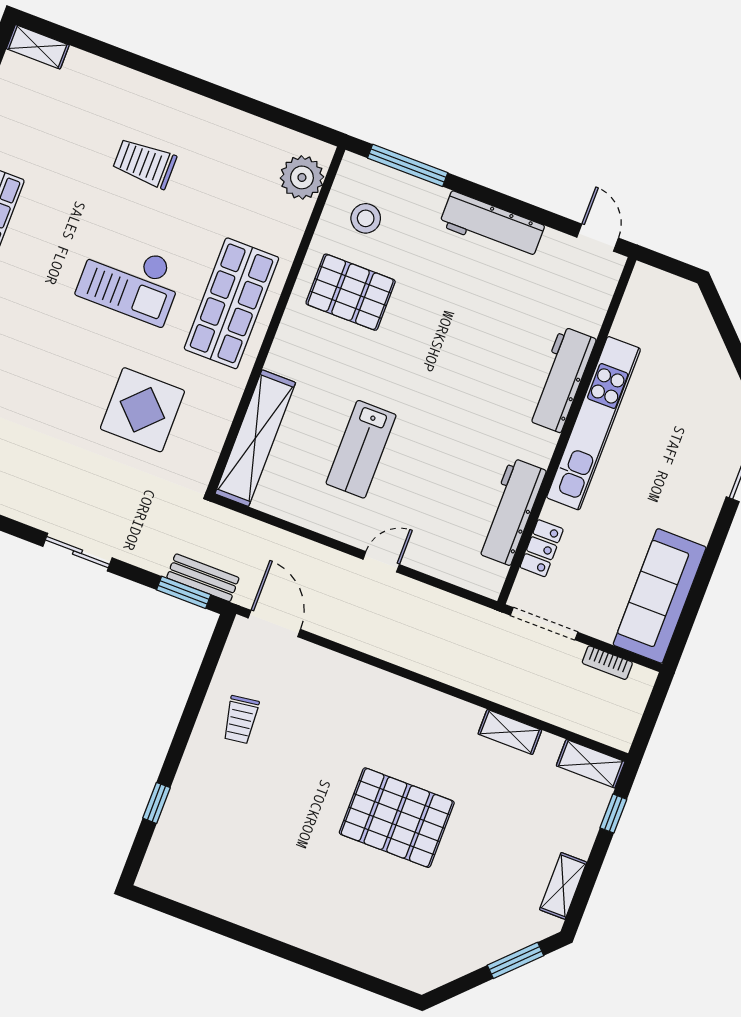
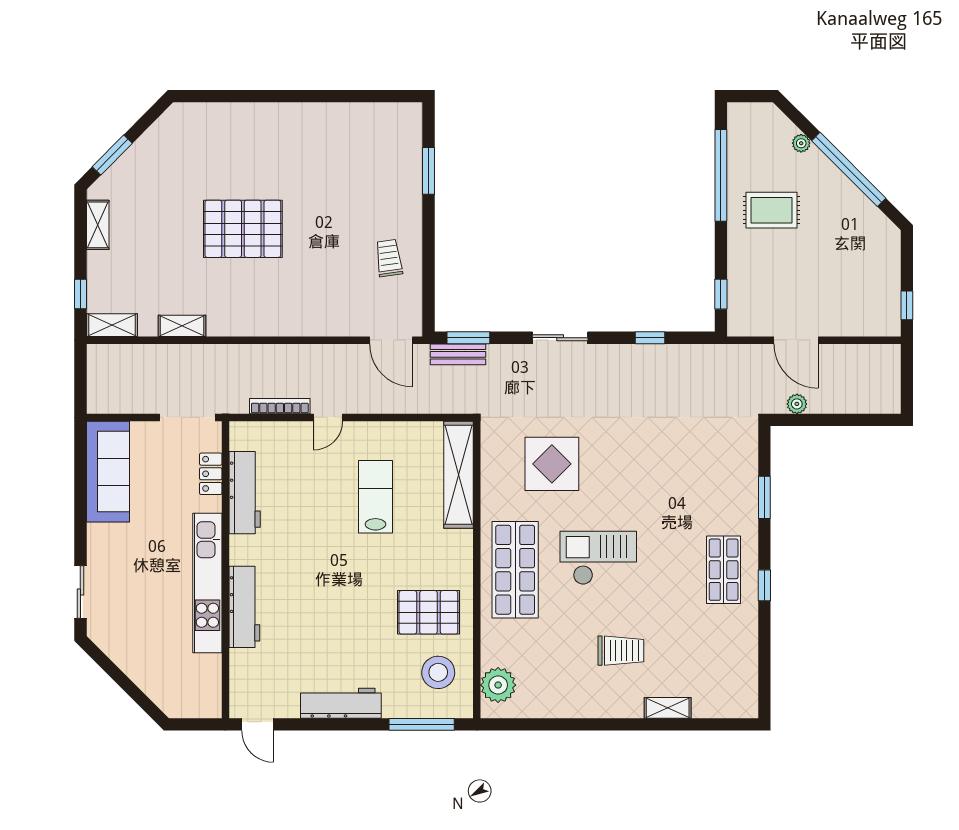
shelving: (38, 47) -> (668, 708), moved
stool: (366, 218) -> (438, 672), width x1.38, depth x1.38
bookcase: (607, 663) -> (280, 406), moved, width x1.56
window: (157, 803) -> (428, 171), width x1.50

